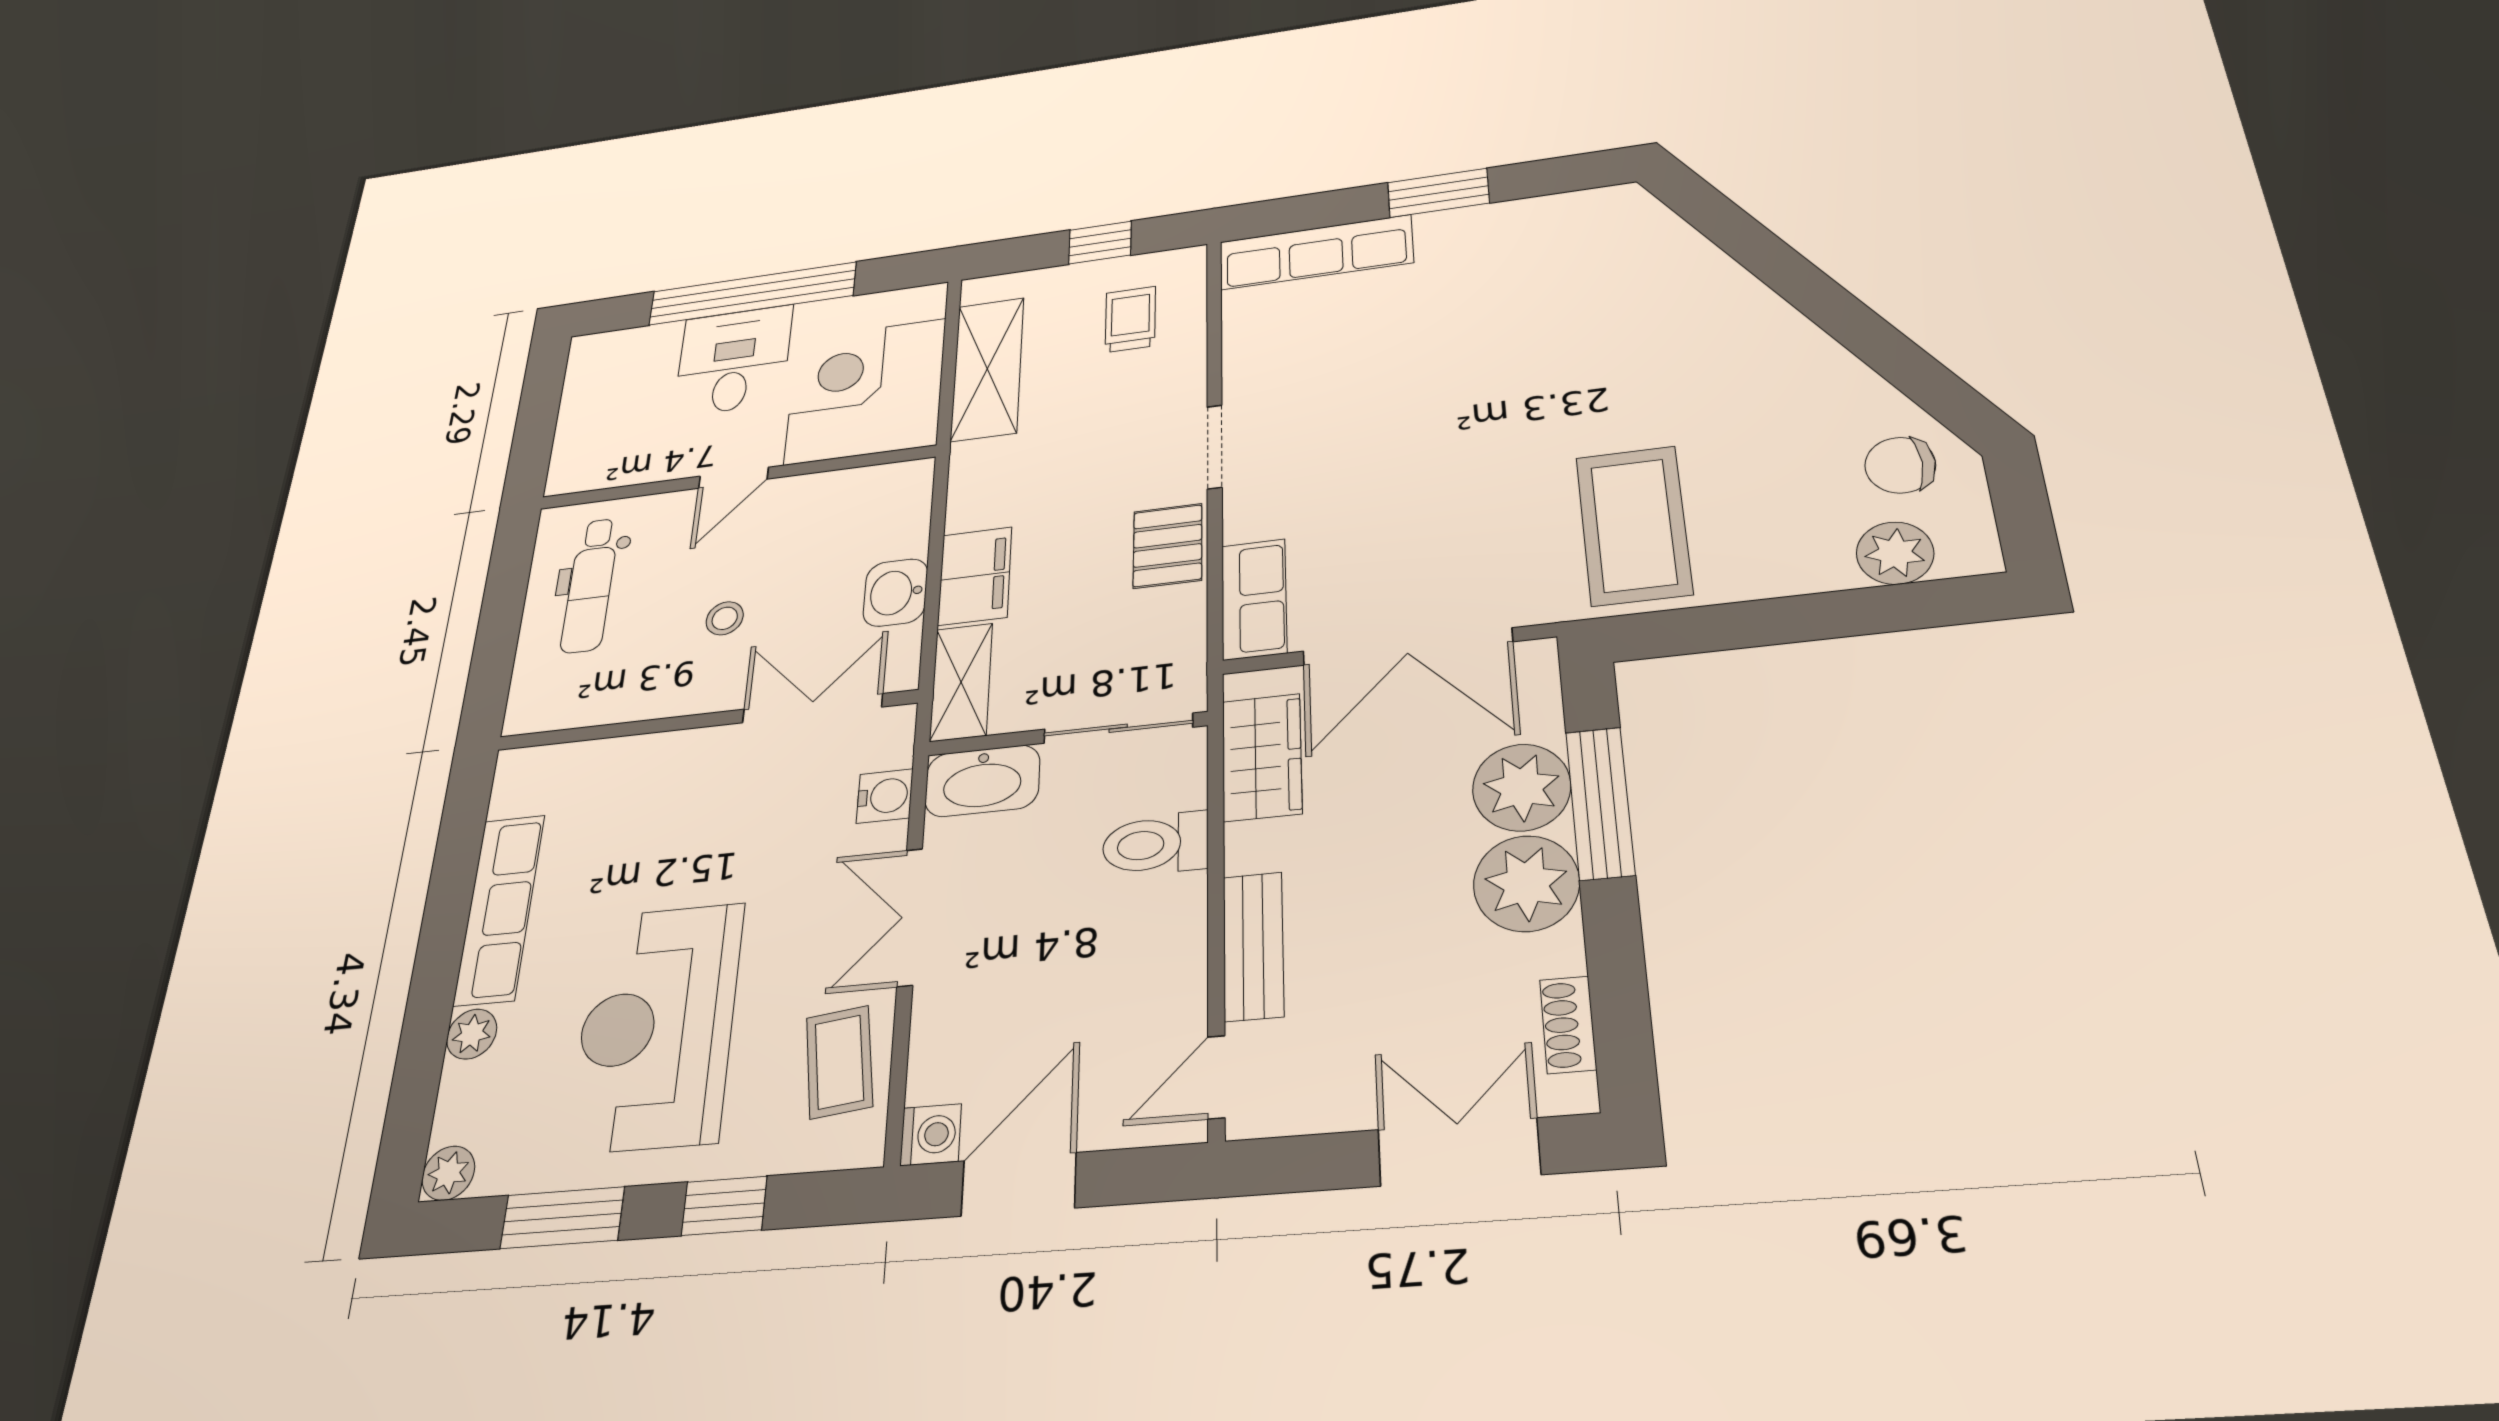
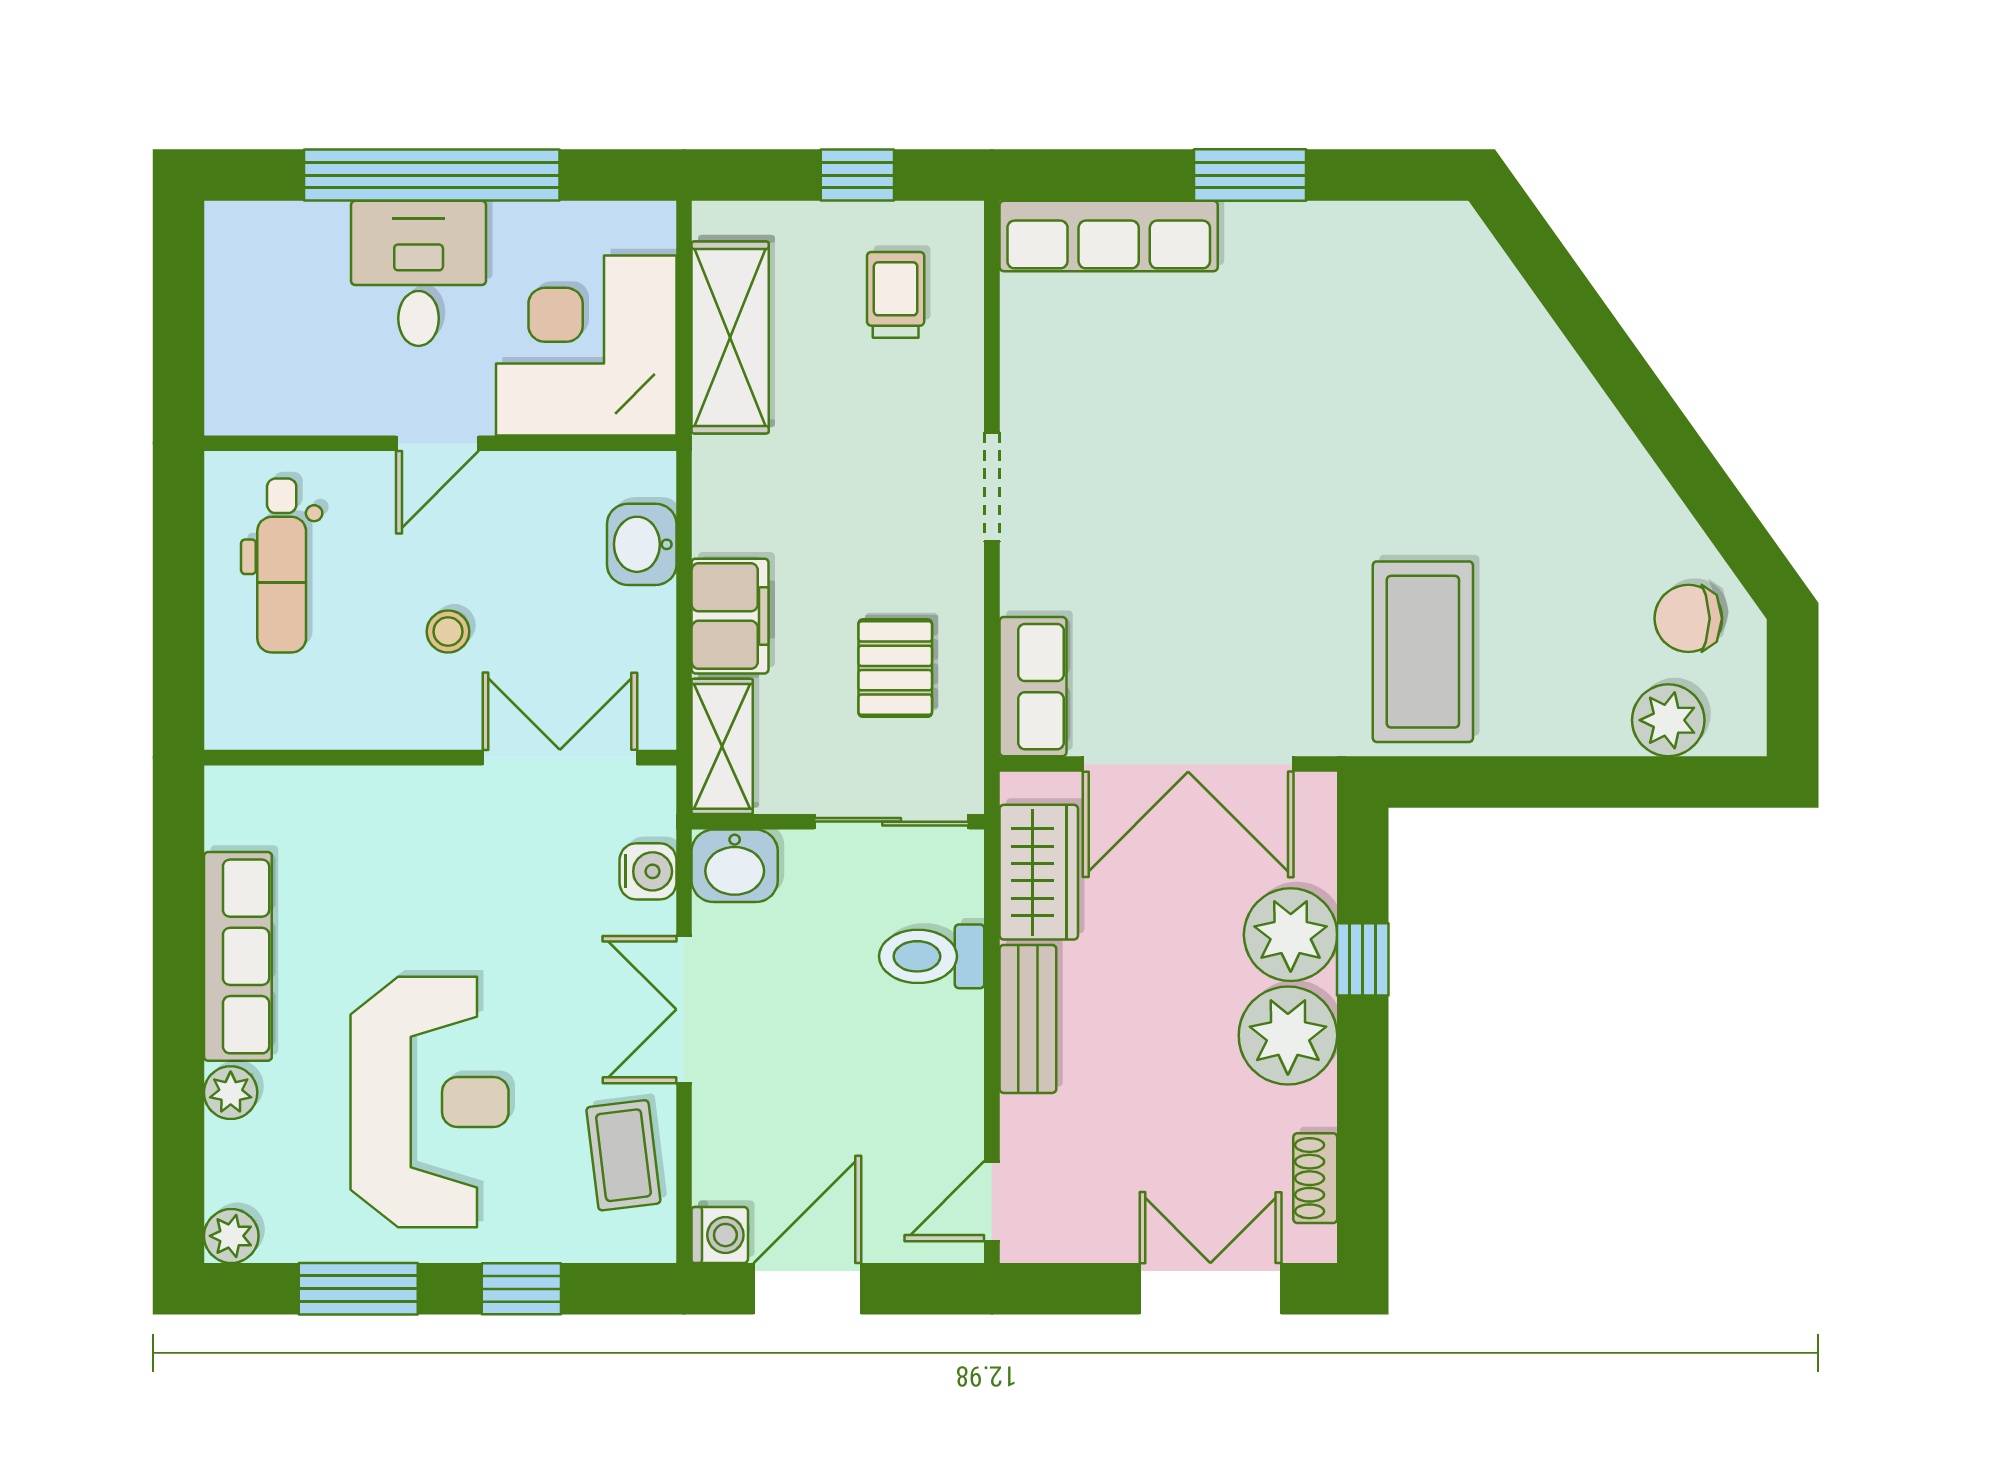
pallet: (1168, 546) -> (895, 668), moved
washbasin: (895, 593) -> (642, 544), moved
washbasin: (982, 781) -> (735, 866), width x0.72
window: (1600, 803) -> (1363, 959), width x0.46
bench: (1253, 946) -> (1028, 1019), moved
reception desk: (657, 1026) -> (430, 1102), turned 180

